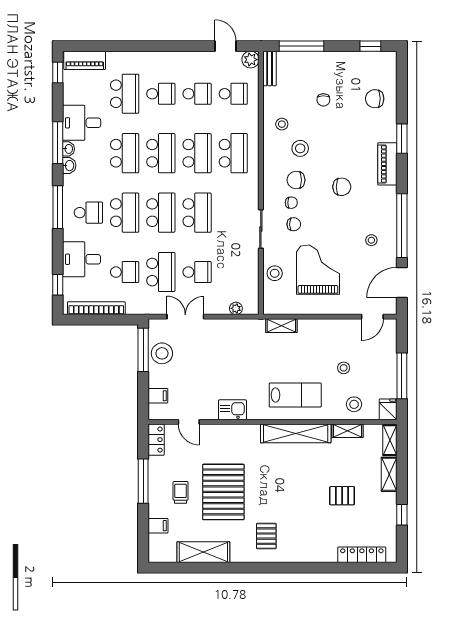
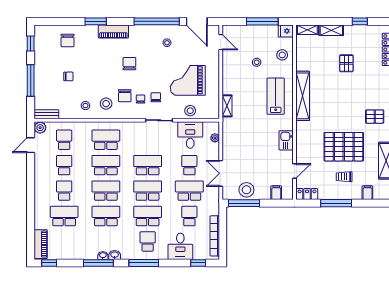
window: (302, 46) -> (31, 80), moved
desk: (82, 123) -> (190, 135), moved, turned 180
stool: (300, 148) -> (106, 104), moved
shelving: (348, 431) -> (301, 59), removed

